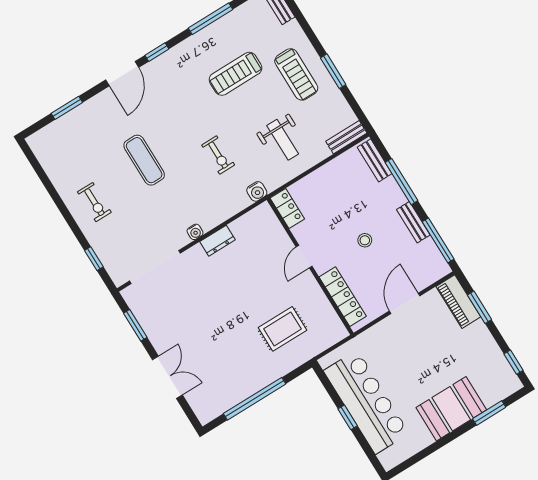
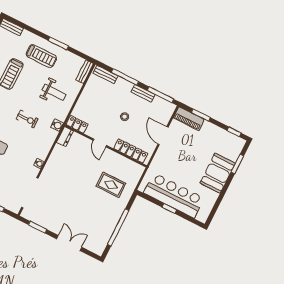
dresser: (217, 241) -> (65, 137), moved
rug: (282, 329) -> (111, 185), turned 90

